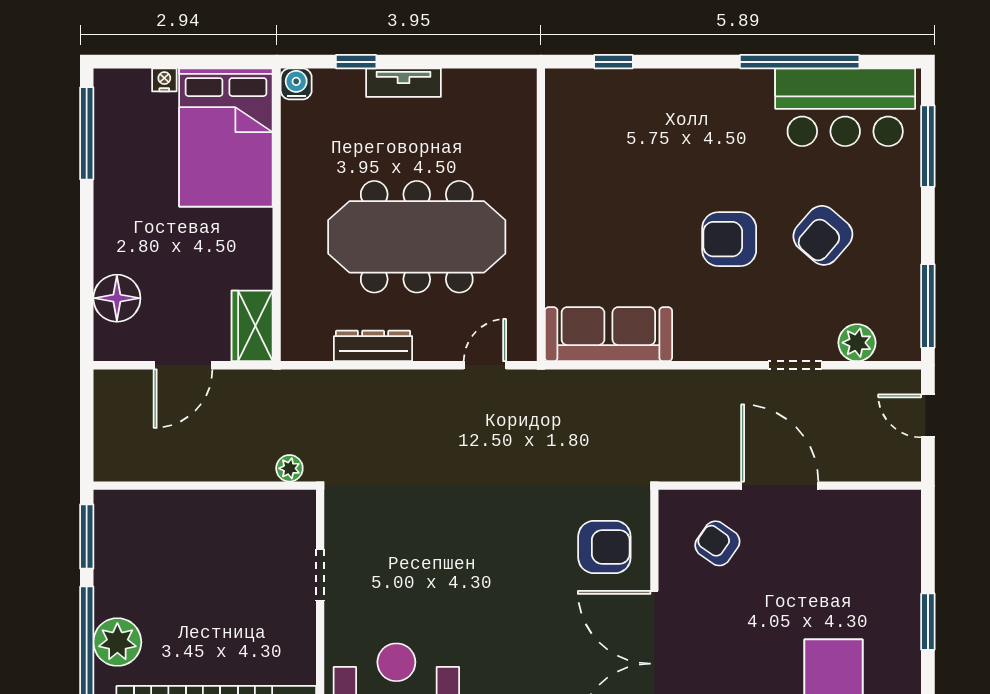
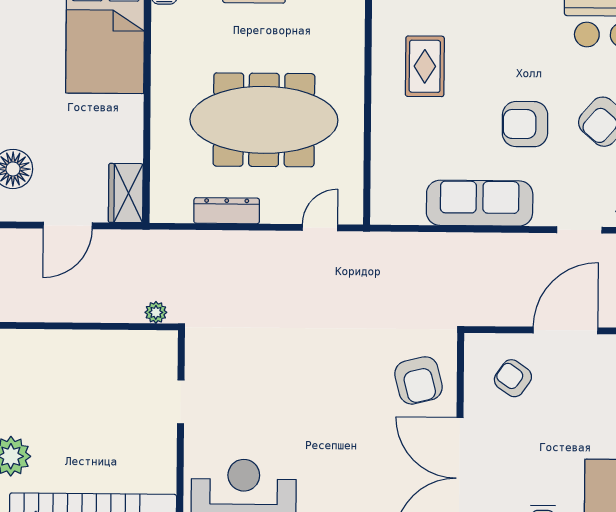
rug: (609, 171) -> (425, 66), added
sofa: (608, 334) -> (480, 203), moved
door: (780, 486) -> (565, 330), hinge flipped
armchair: (604, 547) -> (419, 380), turned 76

